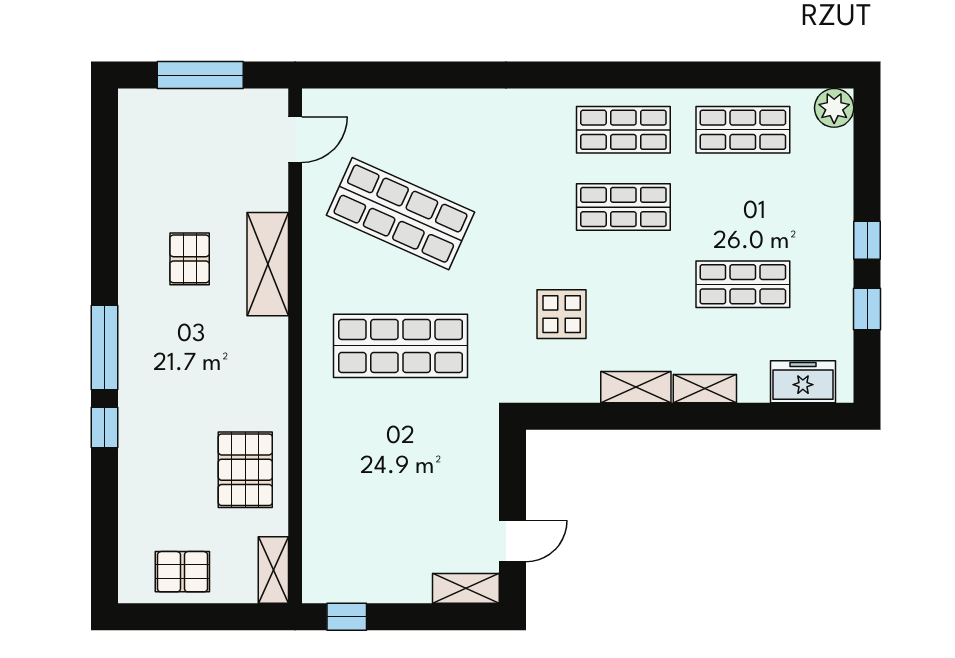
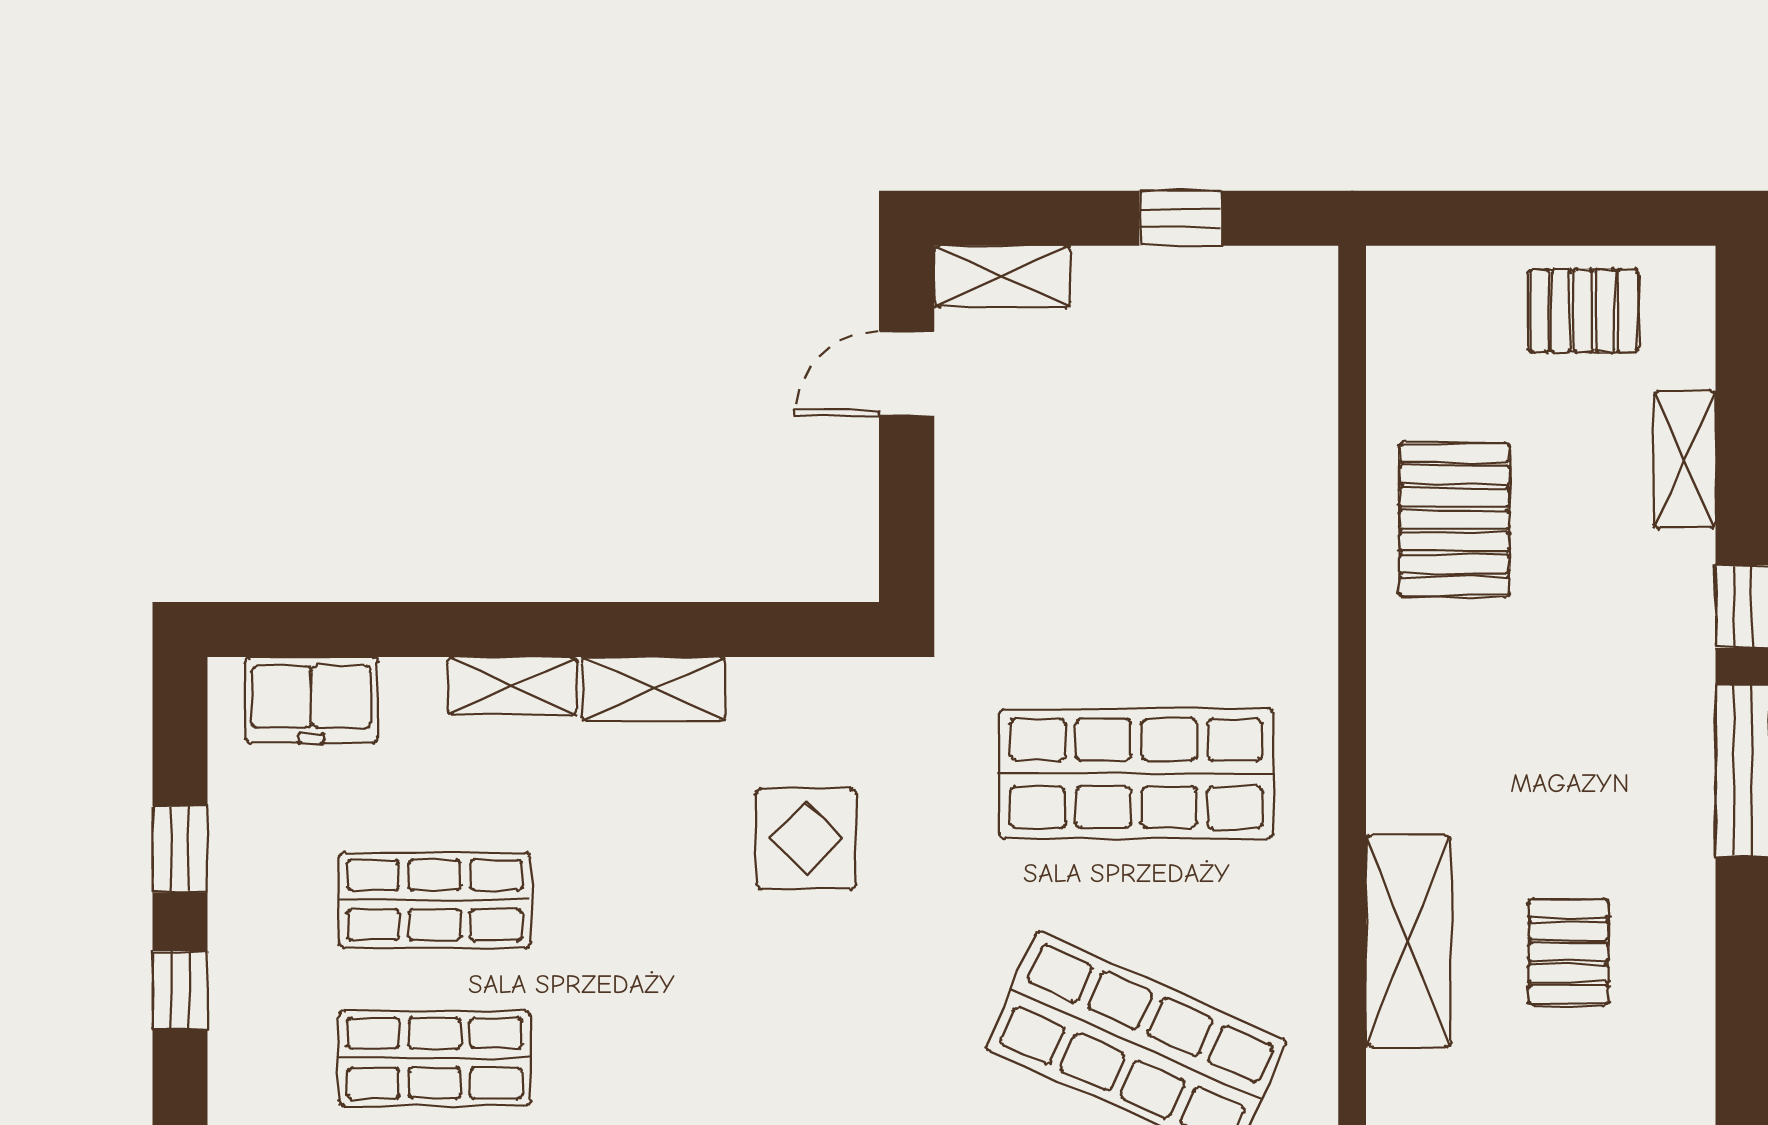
shop shelf: (623, 207) -> (435, 1058), moved
shelving: (273, 570) -> (1685, 459), moved
window: (347, 617) -> (1180, 218), moved

